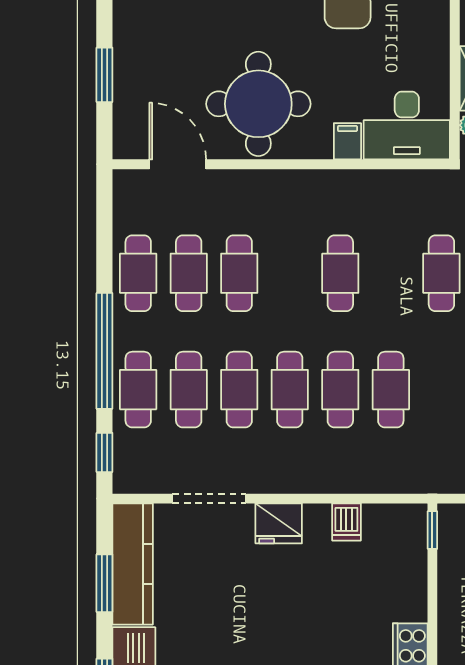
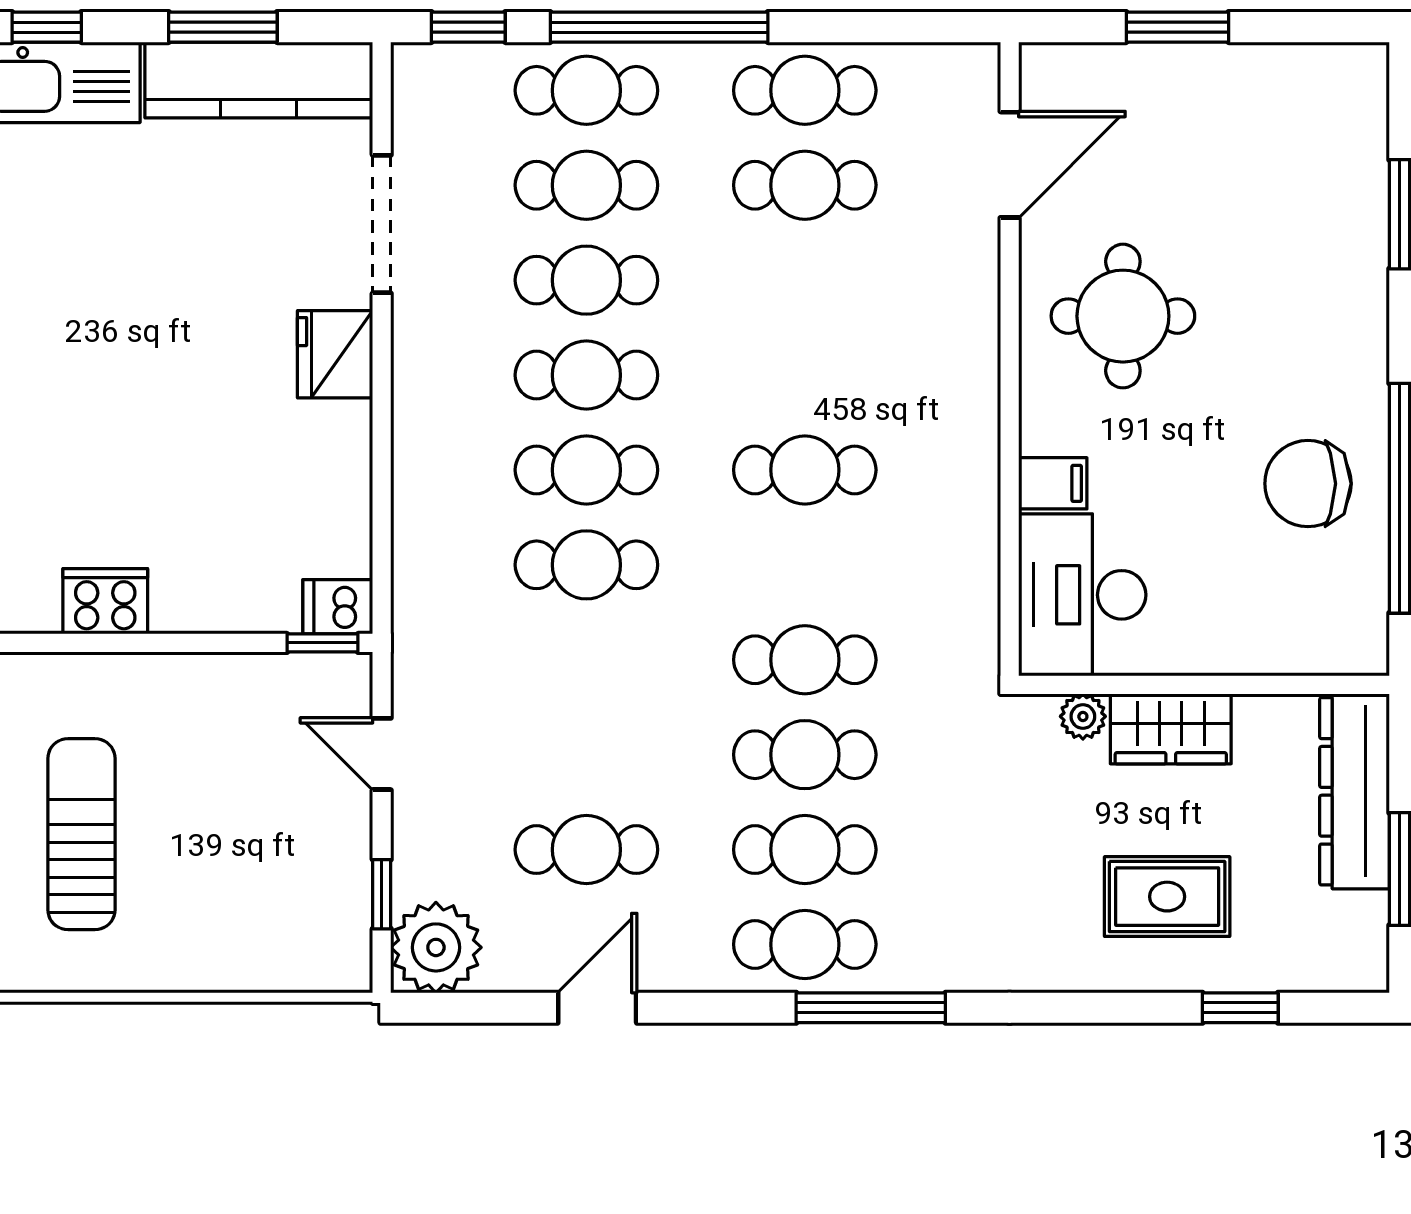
round table: (258, 104) -> (1123, 316), width x0.73, depth x0.73
cafe table: (239, 273) -> (805, 280), removed
dishwasher: (346, 522) -> (338, 607), moved

